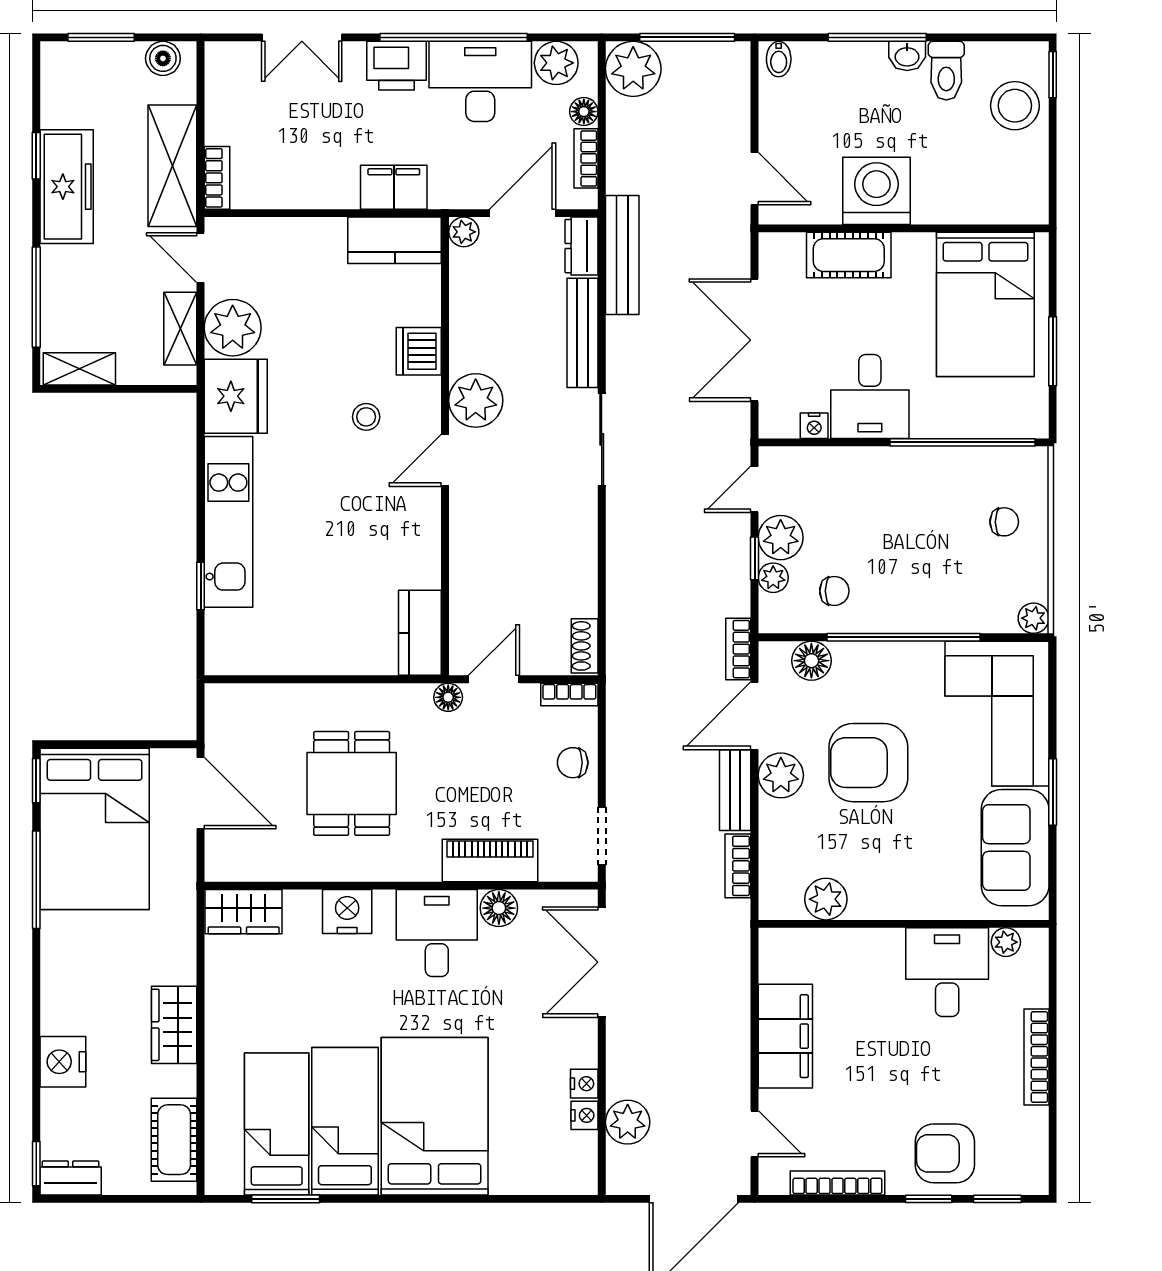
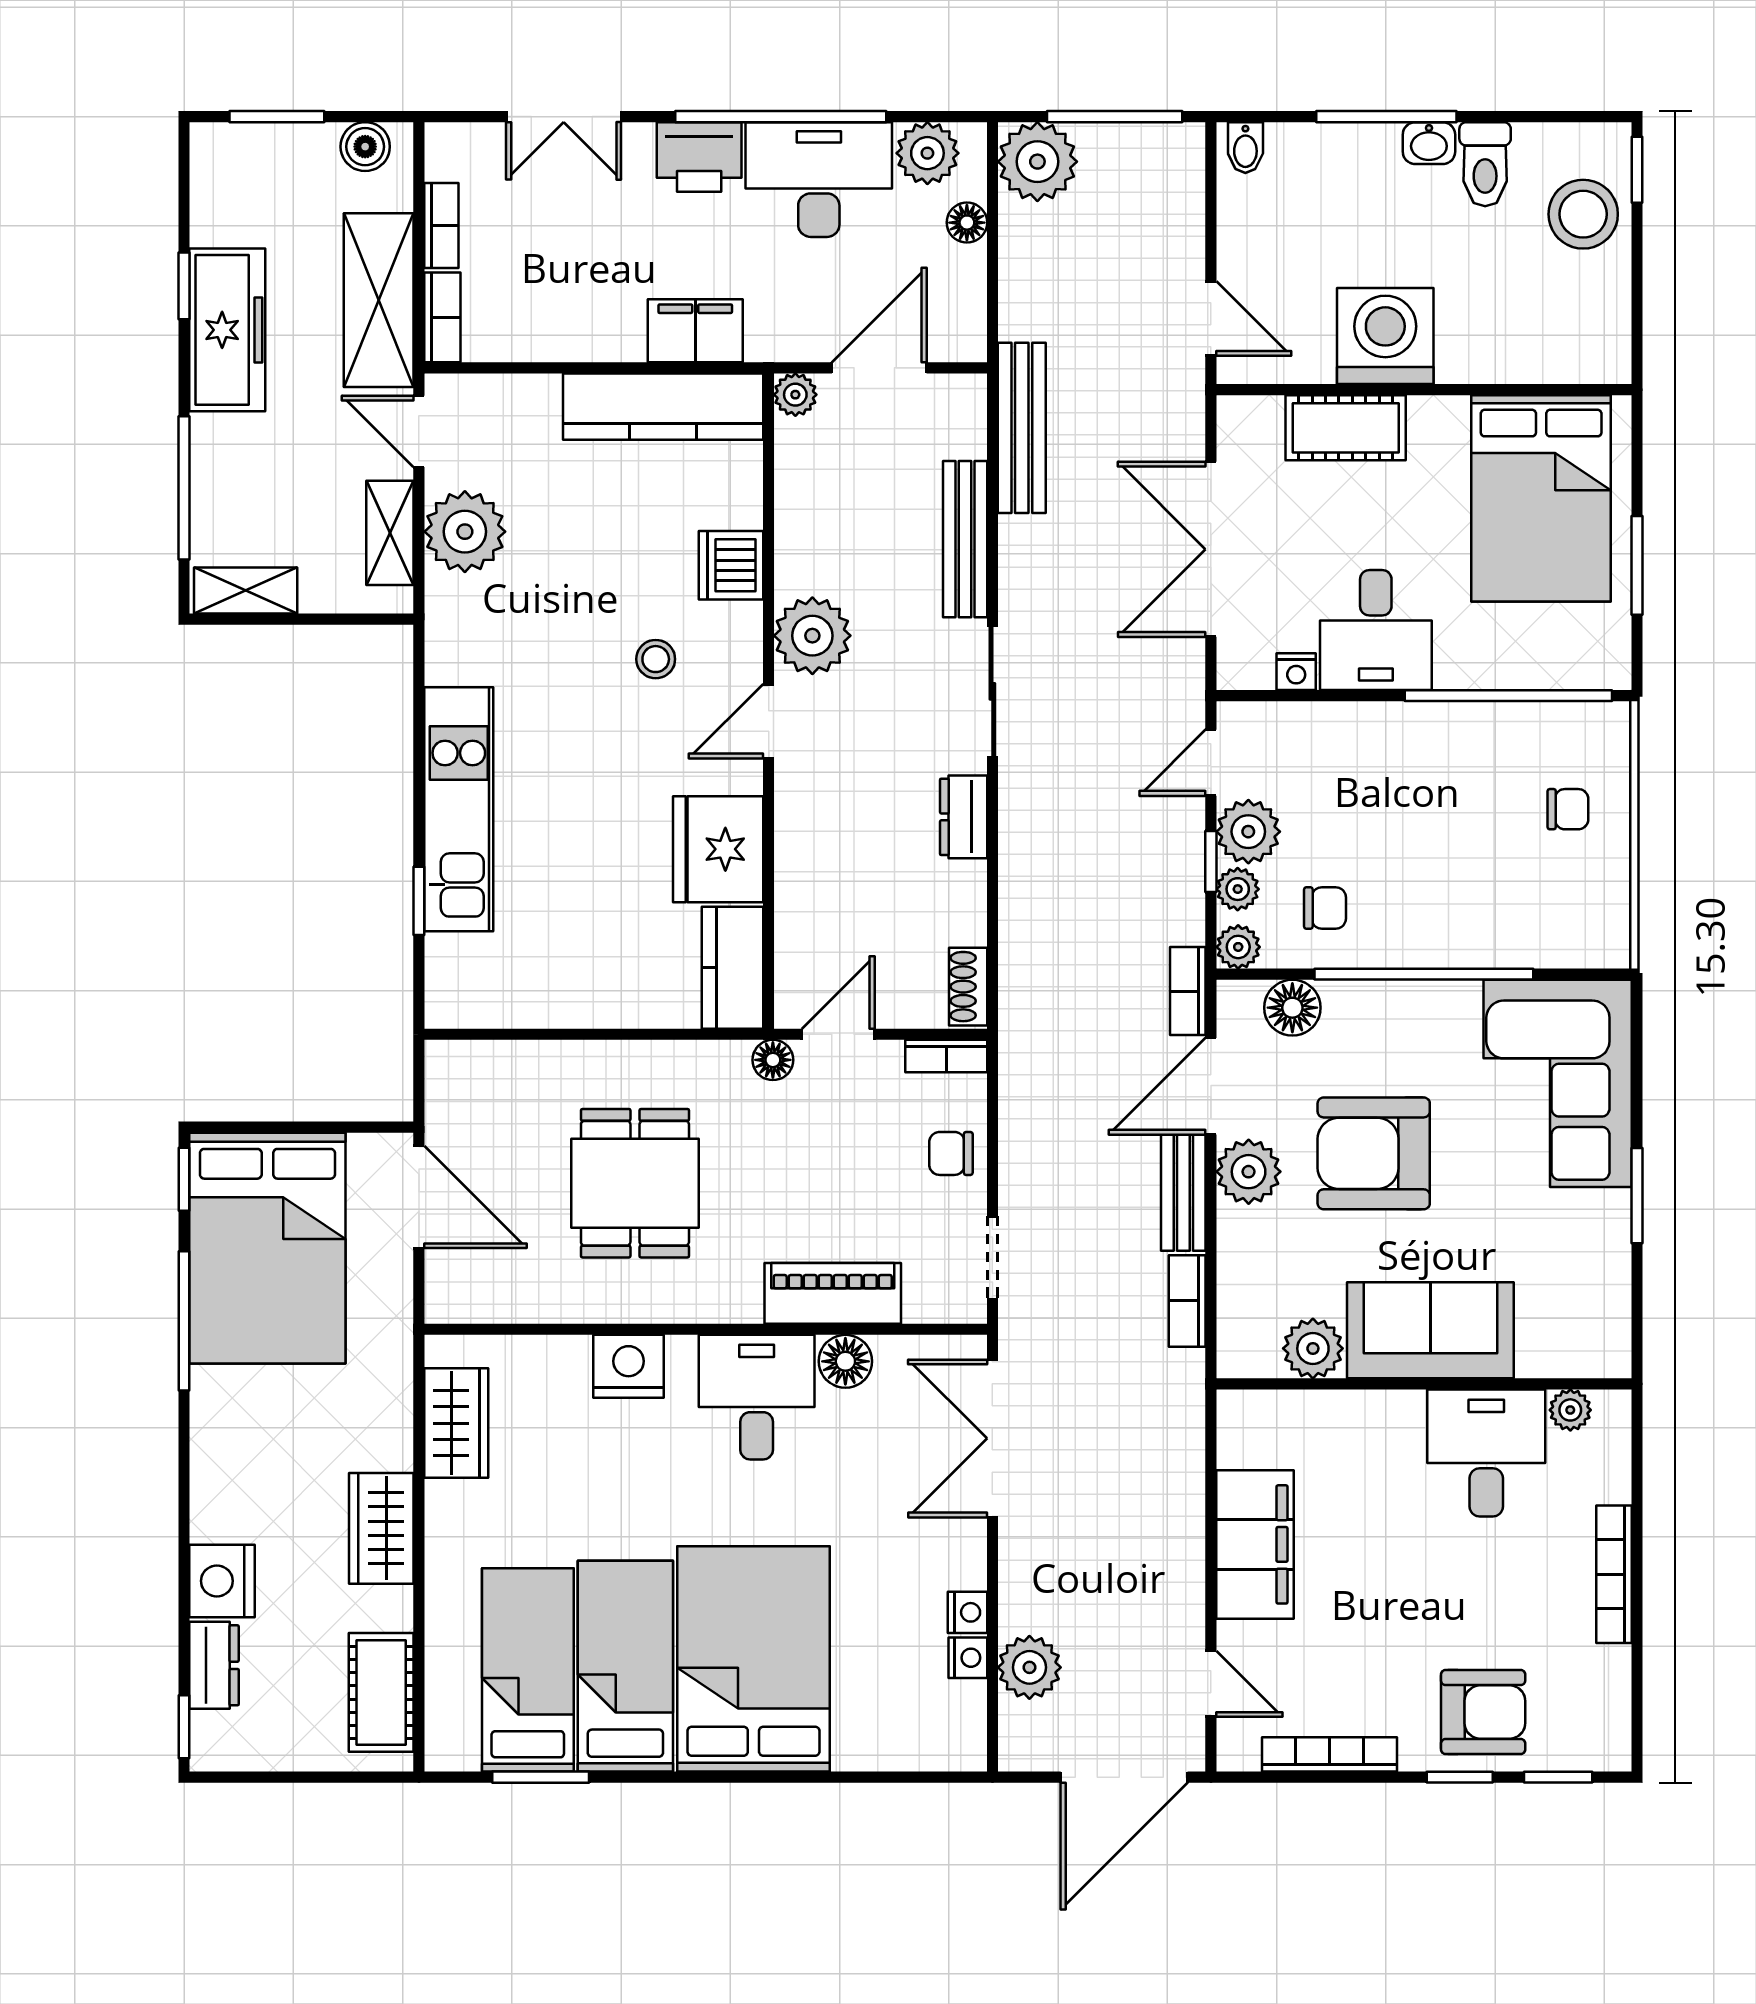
bookcase: (586, 158) -> (441, 225), moved, turned 180
kitchen counter: (395, 240) -> (663, 407), width x1.50
dresser: (582, 246) -> (964, 817), moved
fridge: (236, 396) -> (718, 849), moved, turned 180
plant: (1034, 618) -> (1238, 947), moved
sofa: (1015, 848) -> (1430, 1330), moved, turned 90
wardrobe: (244, 912) -> (456, 1423), moved, turned -90
armchair: (945, 1153) -> (1483, 1712), turned 180
dresser: (71, 1178) -> (214, 1665), moved, turned 90

